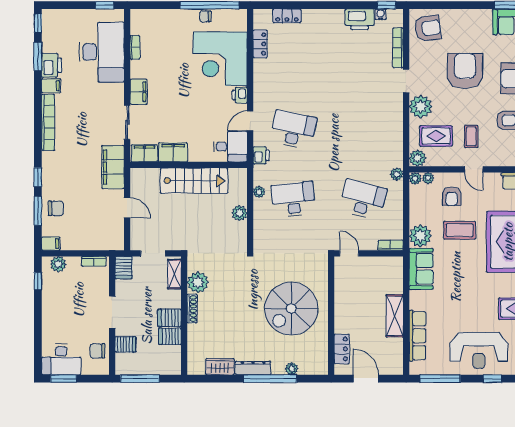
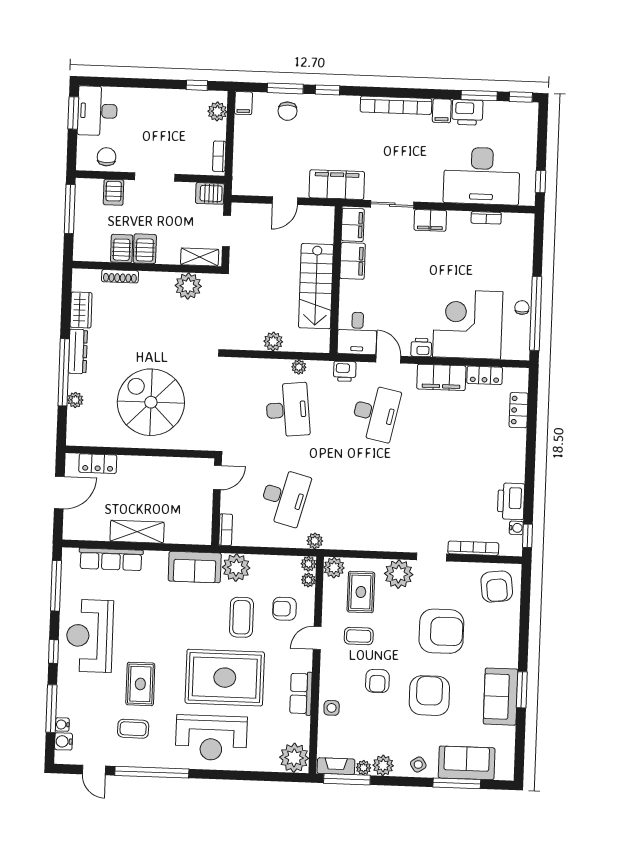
filing cabinet: (263, 78) -> (441, 377), added
shoe rack: (192, 309) -> (120, 276), moved

